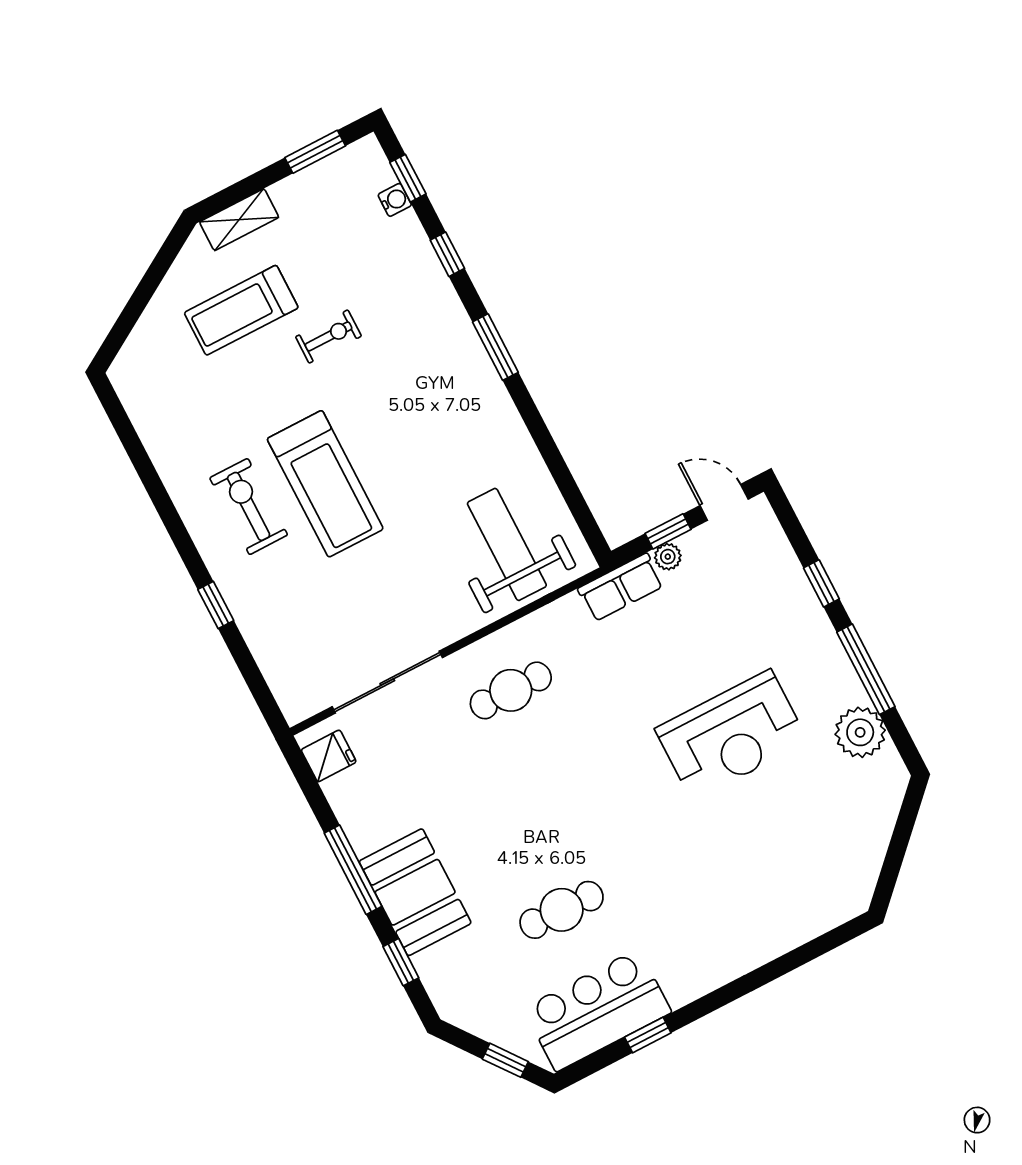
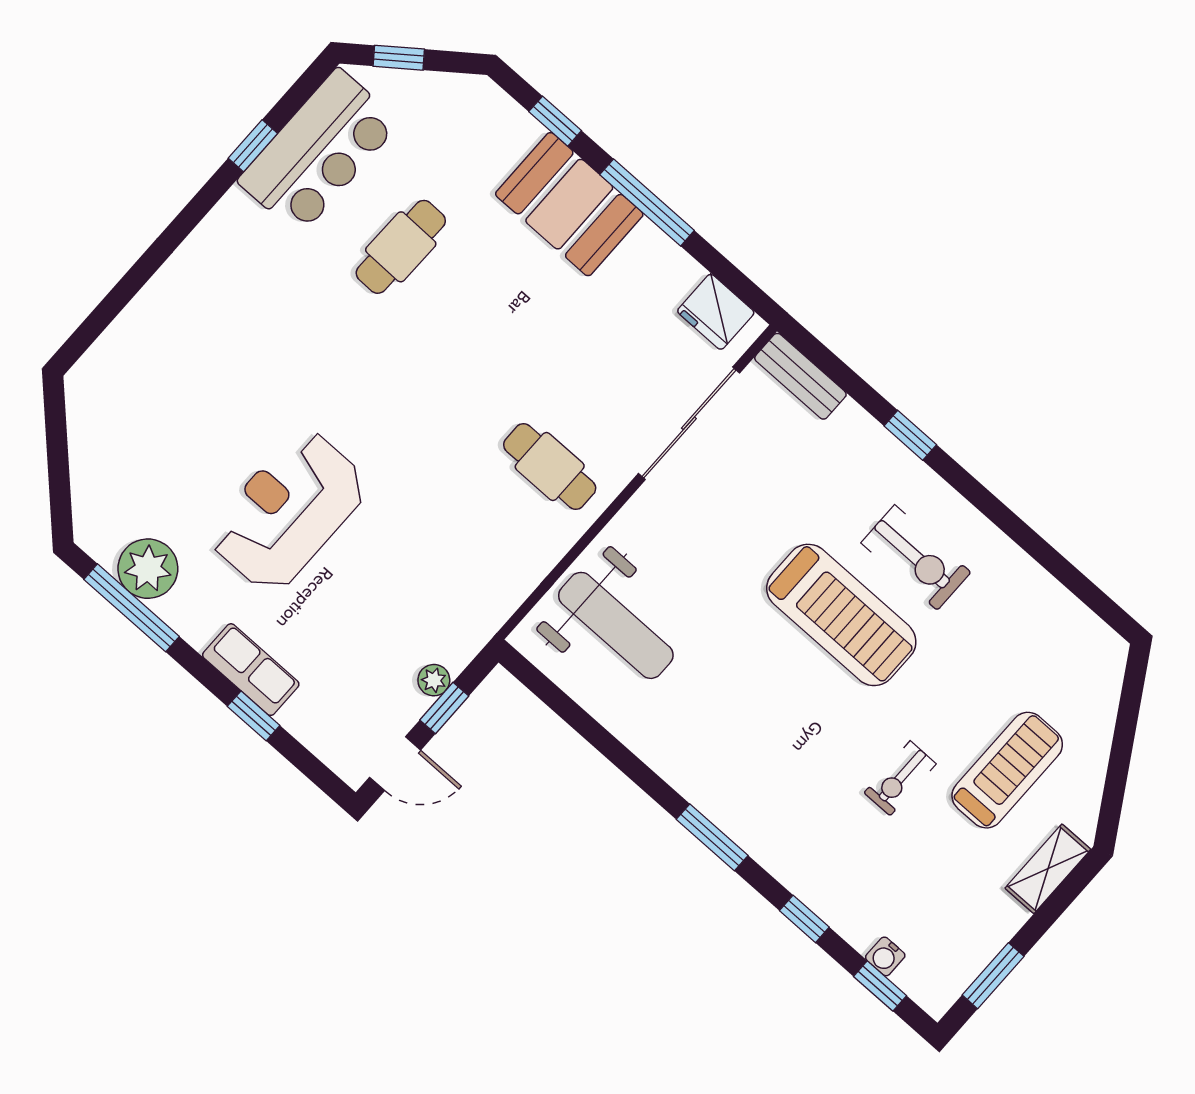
treadmill: (325, 484) -> (841, 615), turned 180
row of seats: (621, 587) -> (251, 670), moved, turned 90
window: (866, 669) -> (131, 608), moved
bench: (285, 685) -> (800, 376), added
cafe table: (511, 690) -> (550, 466), turned 90
fridge: (329, 756) -> (716, 312), width x1.38

